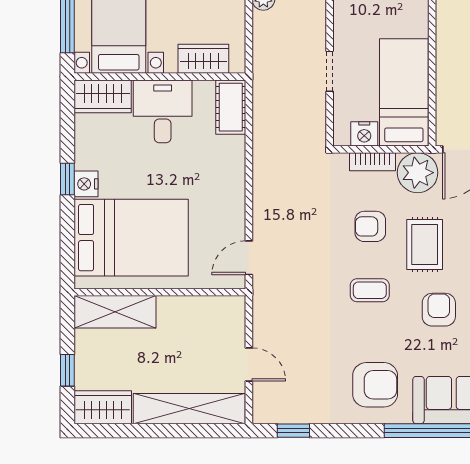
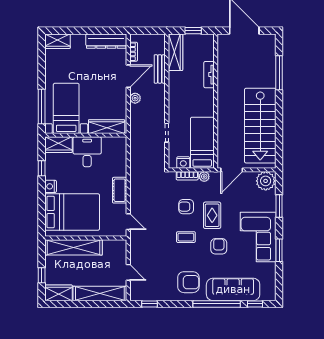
wardrobe: (203, 59) -> (107, 127), width x1.50
cot: (231, 107) -> (120, 190), moved
plant: (418, 173) -> (204, 177), width x0.53, depth x0.53
window: (67, 179) -> (42, 168), moved
door: (249, 258) -> (128, 222), swing flipped
shelving: (115, 312) -> (74, 247), width x1.47

